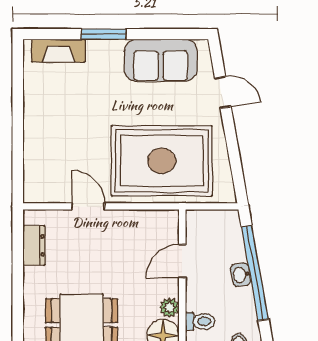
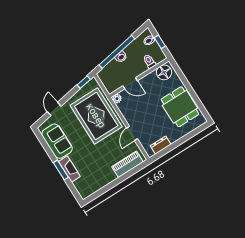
fireplace: (58, 51) -> (69, 169), moved
piano: (37, 162) -> (128, 164), added
window: (238, 177) -> (84, 82), added
plant: (169, 308) -> (117, 99), moved

